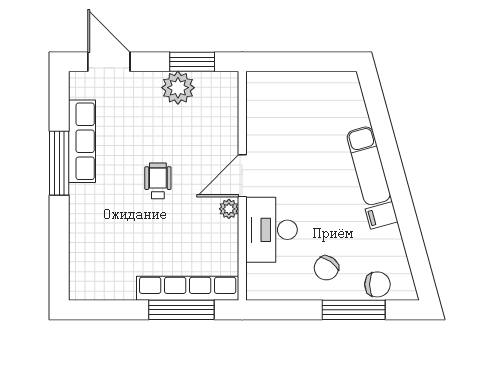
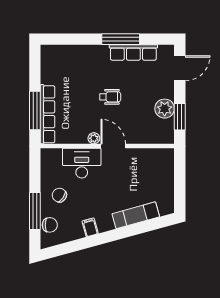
exam couch: (369, 166) -> (136, 215), moved
chair: (377, 284) -> (50, 225), turned -90

